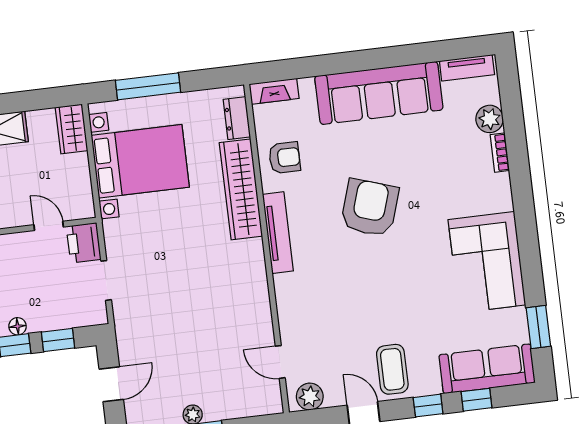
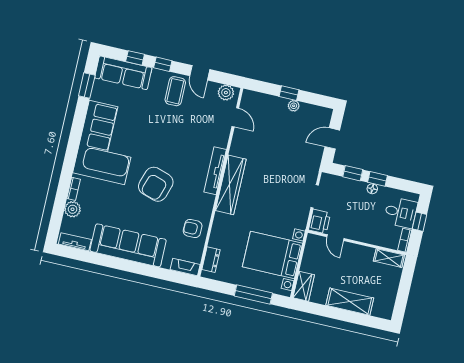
wardrobe: (241, 189) -> (231, 185), moved
tv unit: (278, 233) -> (215, 171), moved
corner sofa: (487, 262) -> (107, 142), width x1.36, depth x1.36

